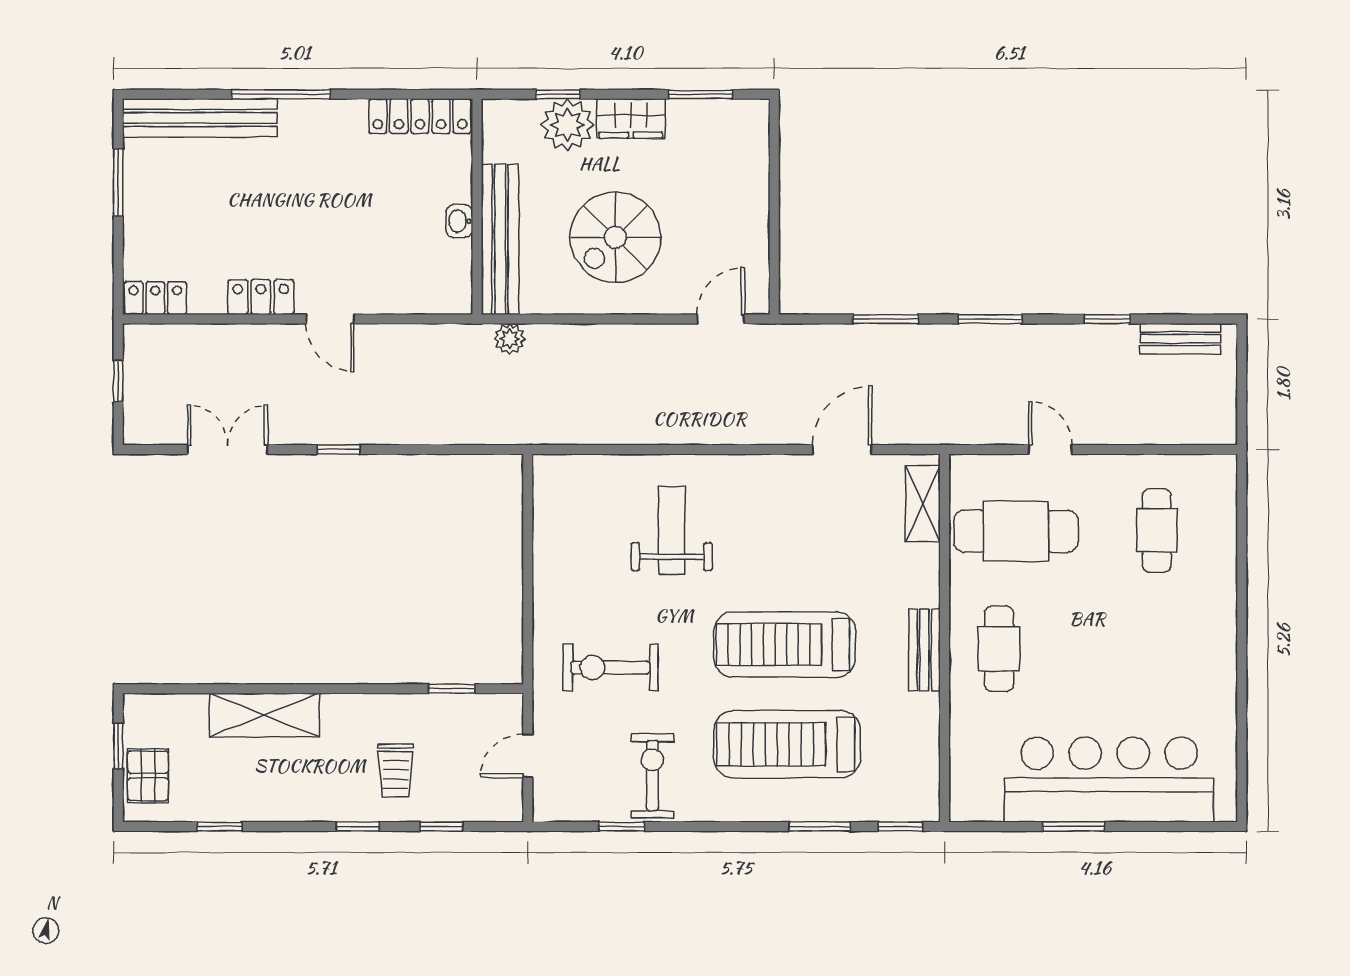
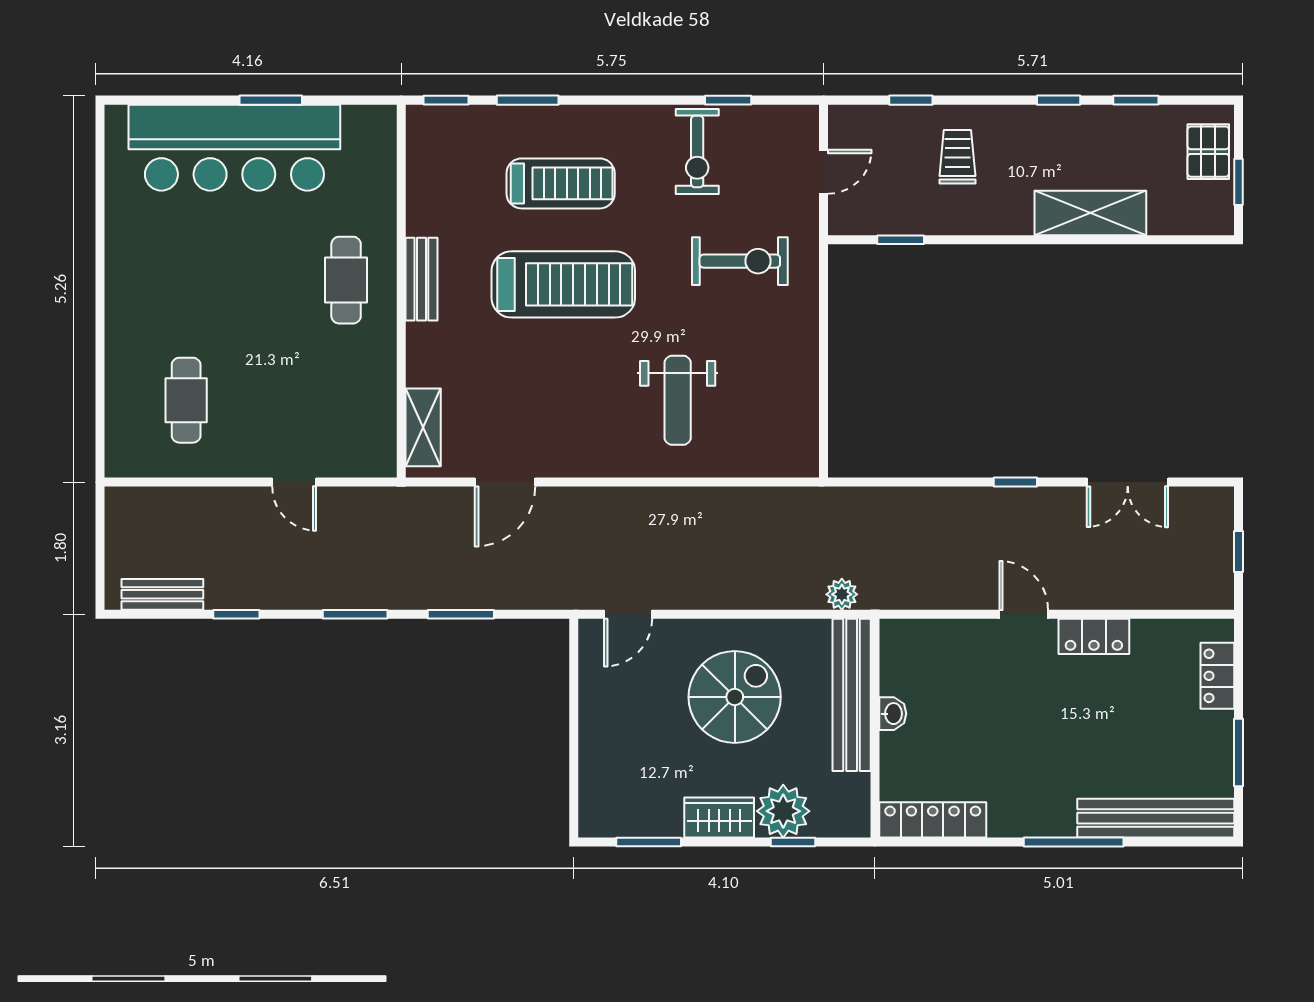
locker: (155, 298) -> (1217, 676), moved, turned 90
cafe table: (1016, 531) -> (329, 399), removed
treadmill: (787, 744) -> (561, 183), width x0.73, depth x0.73
window: (358, 826) -> (1059, 100), moved

